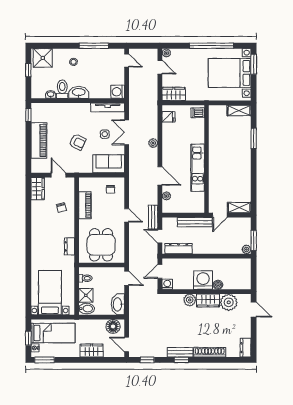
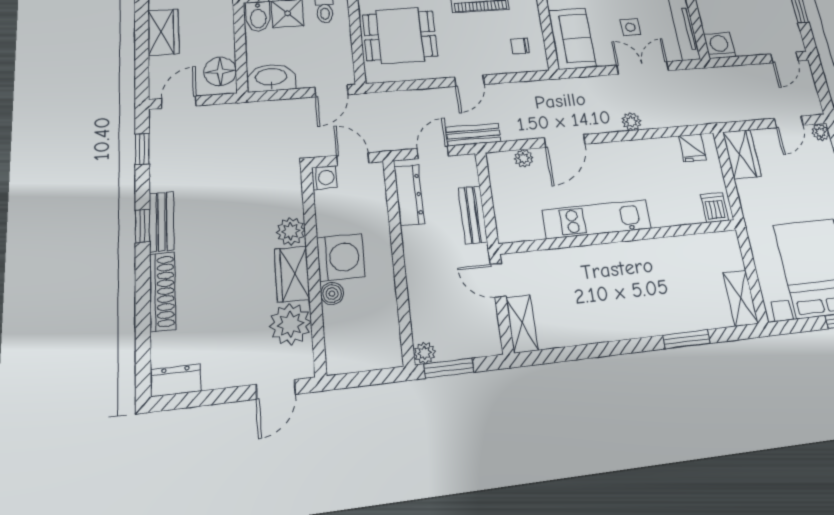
bench: (195, 222) -> (473, 215), width x0.73

